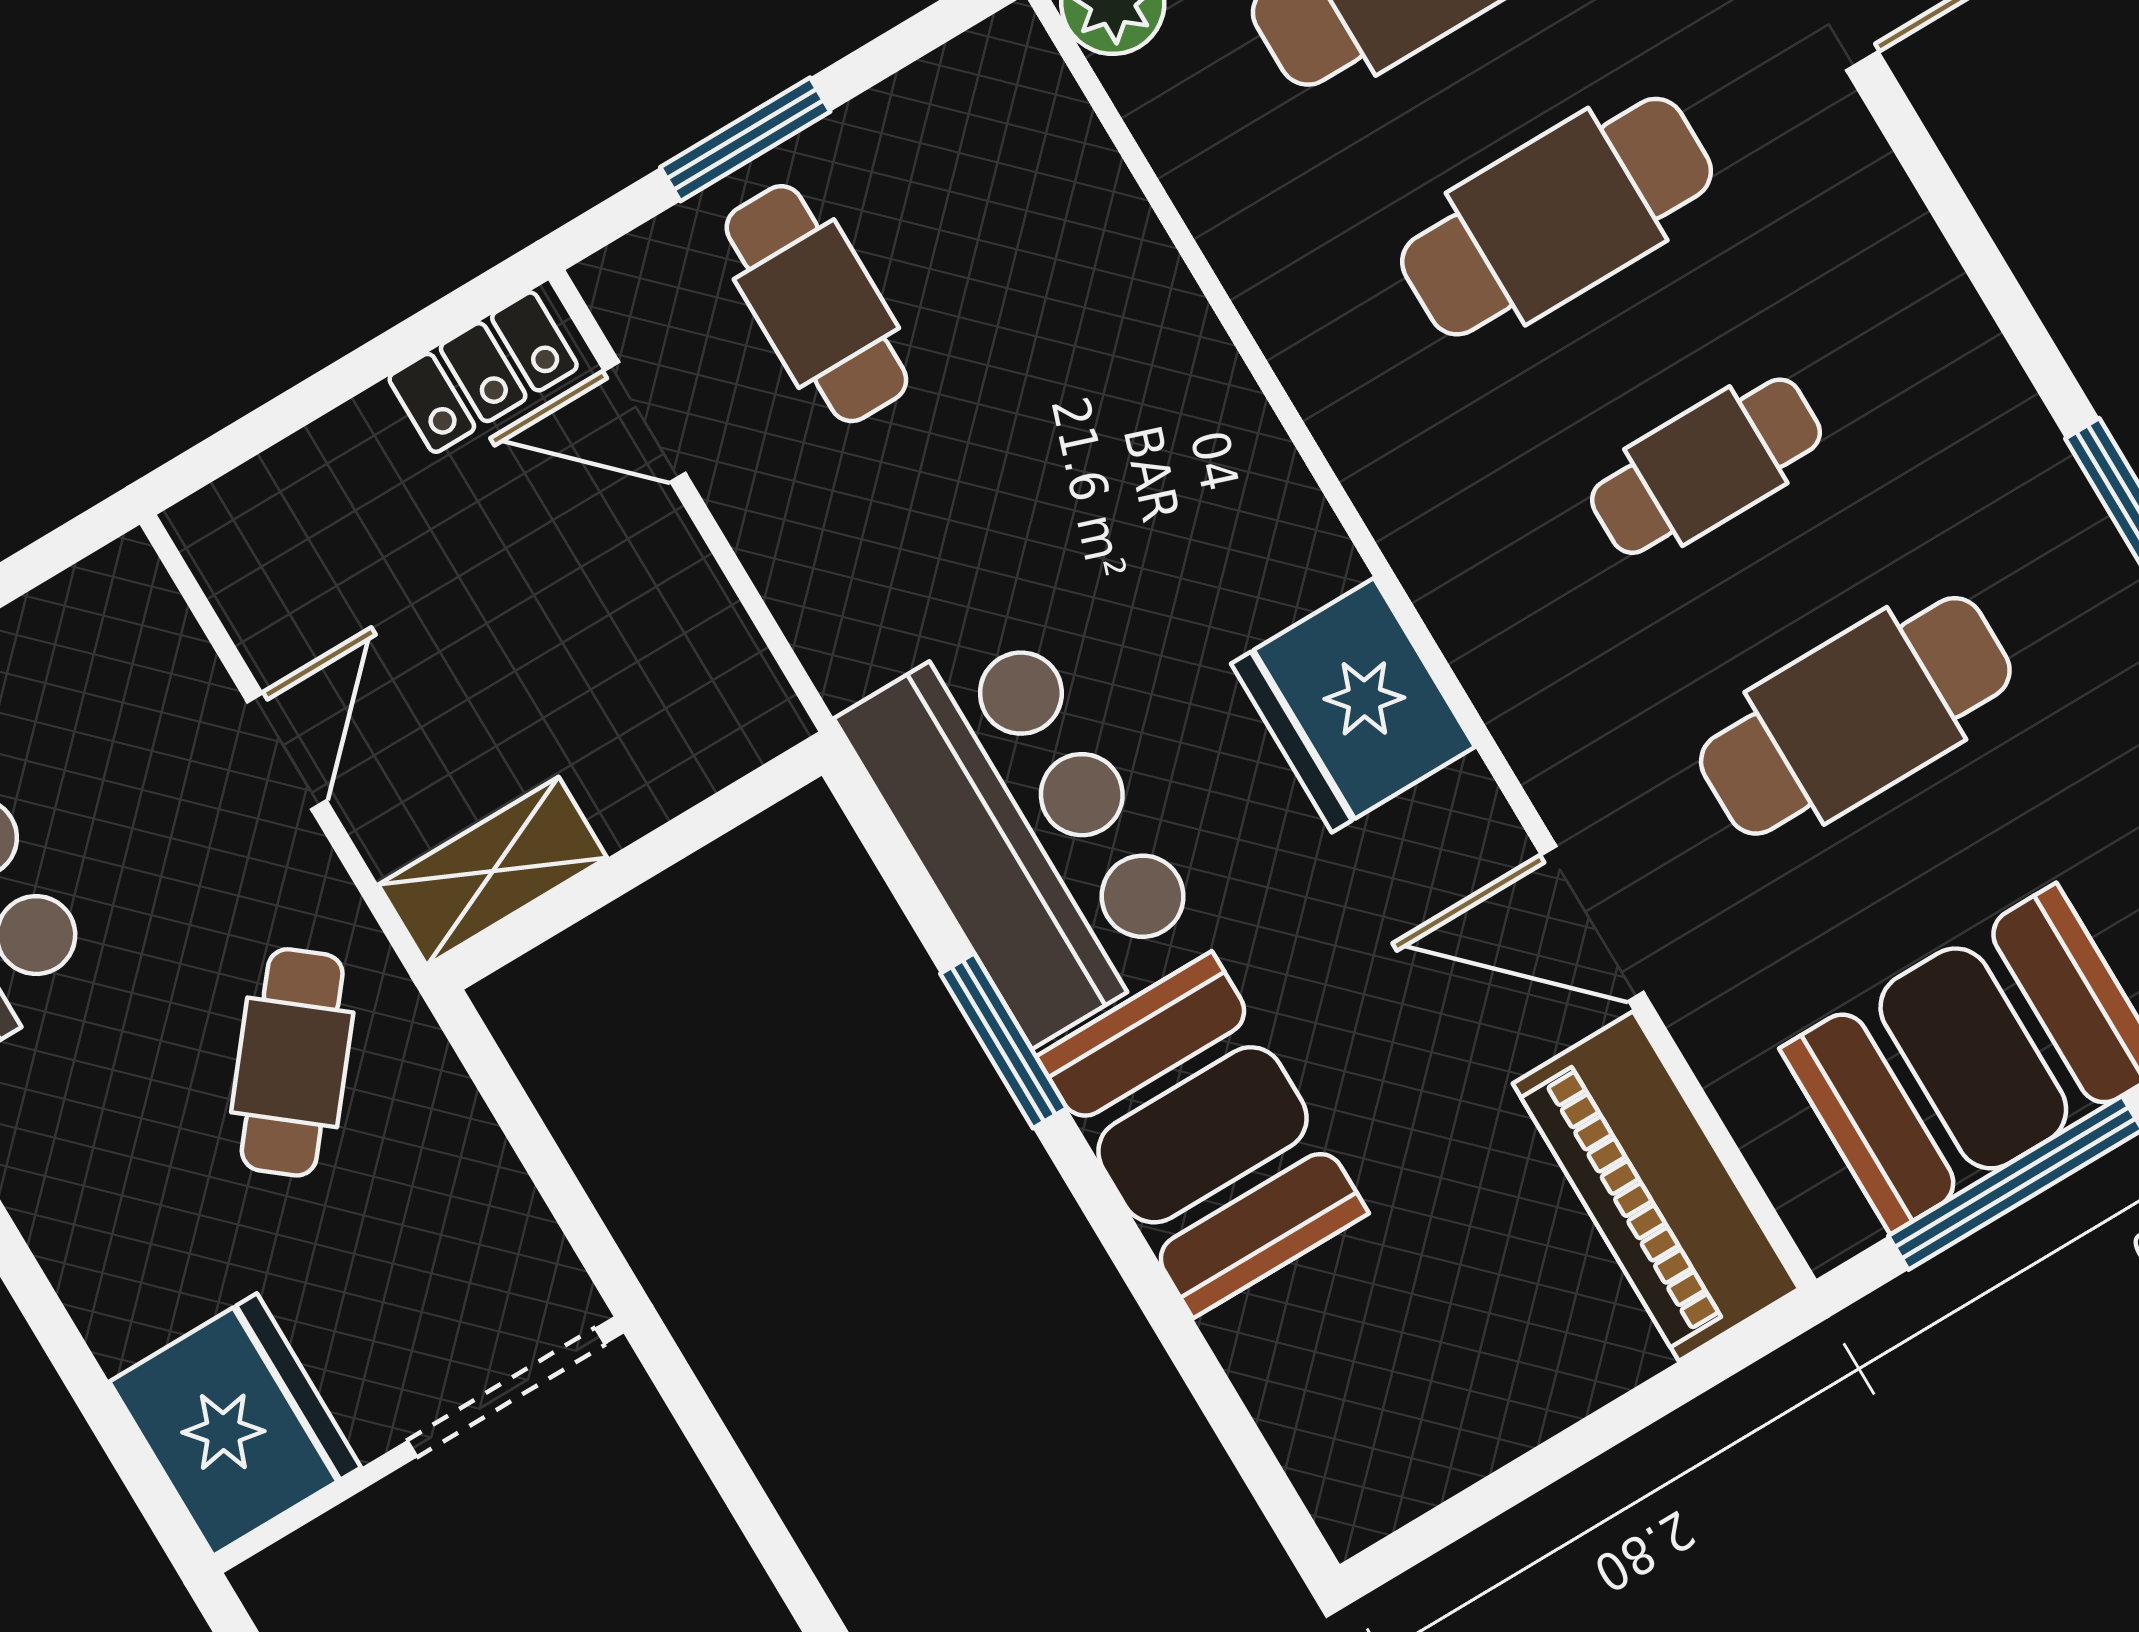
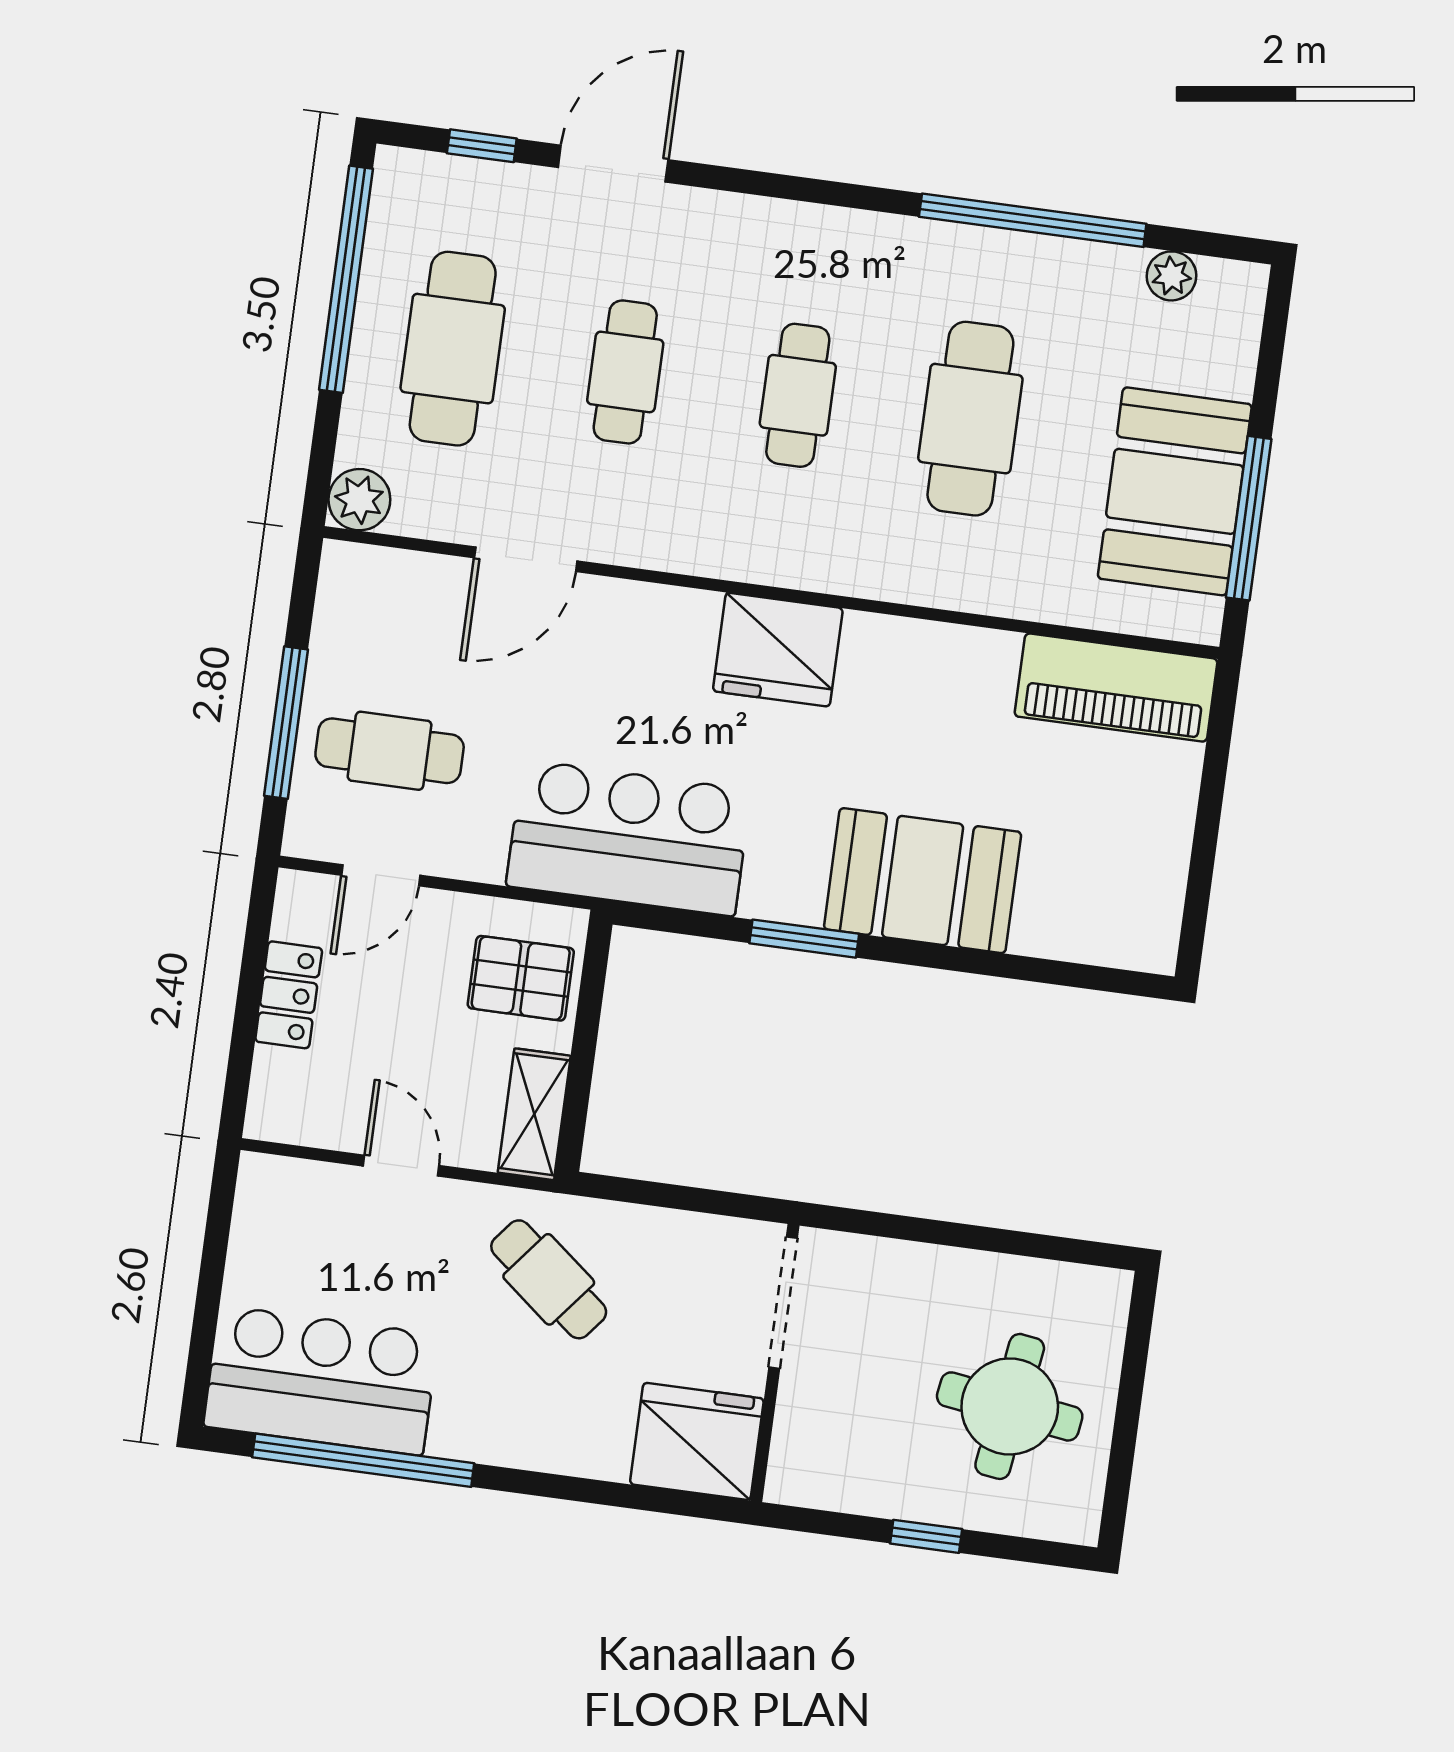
window: (745, 139) -> (286, 723), width x1.44
cafe table: (1557, 217) -> (625, 372), width x0.73, depth x0.74
locker: (483, 372) -> (289, 995), moved
pallet: (656, 712) -> (521, 978), added
bar counter: (1025, 829) -> (629, 838), moved
door: (1592, 924) -> (526, 559), moved

